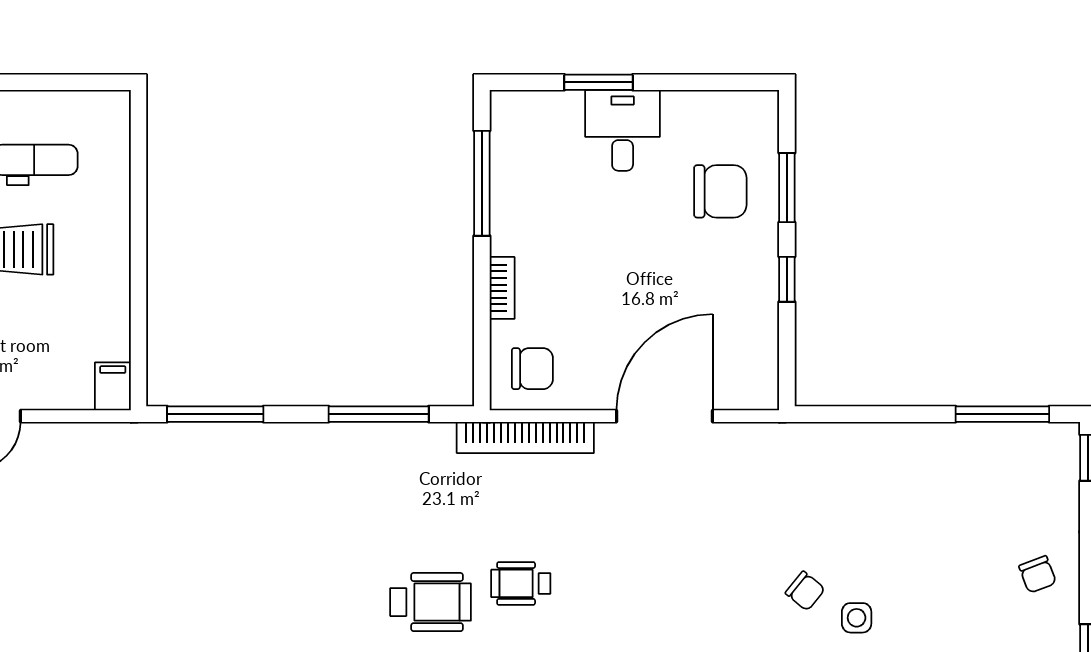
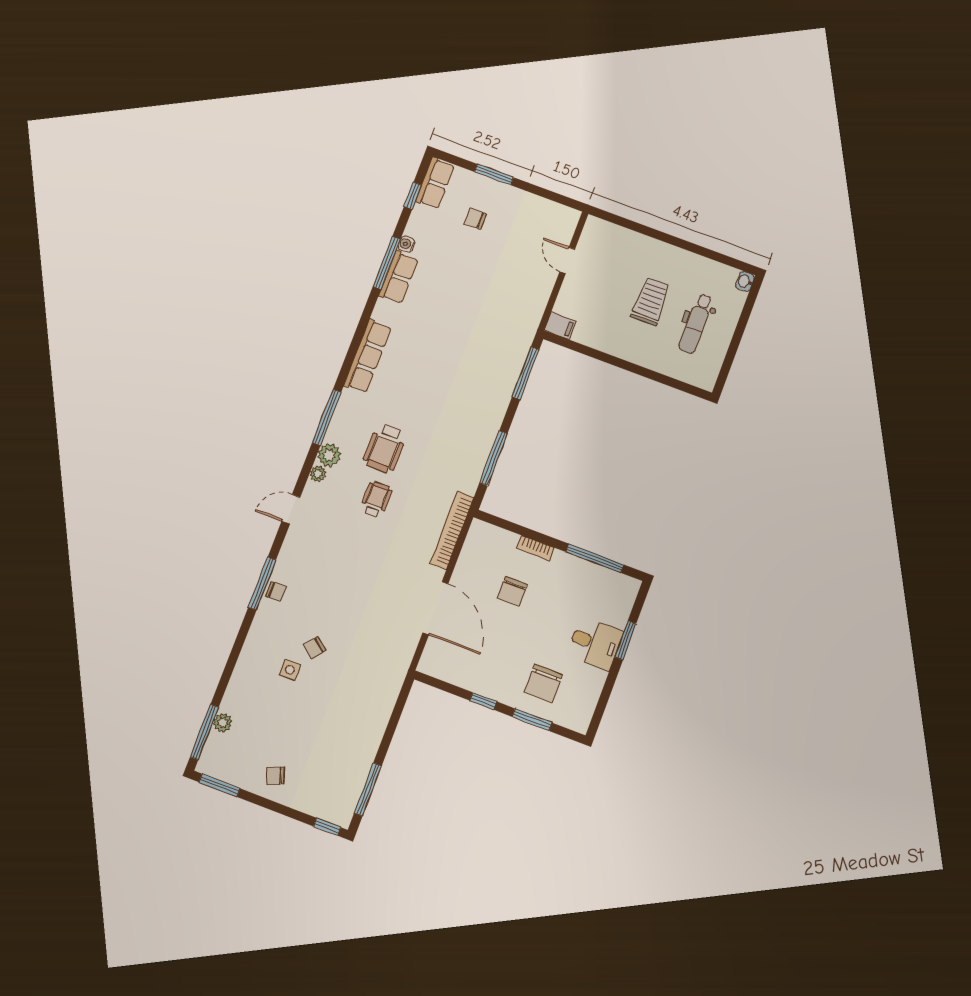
chair: (532, 369) -> (512, 591), moved

